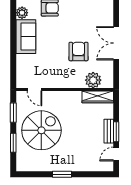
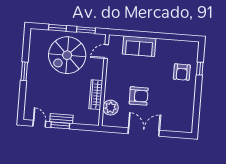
plant: (22, 13) -> (179, 46), removed
sofa: (26, 37) -> (139, 46), moved
wardrobe: (98, 97) -> (96, 95), moved
spiral stairs: (41, 130) -> (67, 55), turned 90

